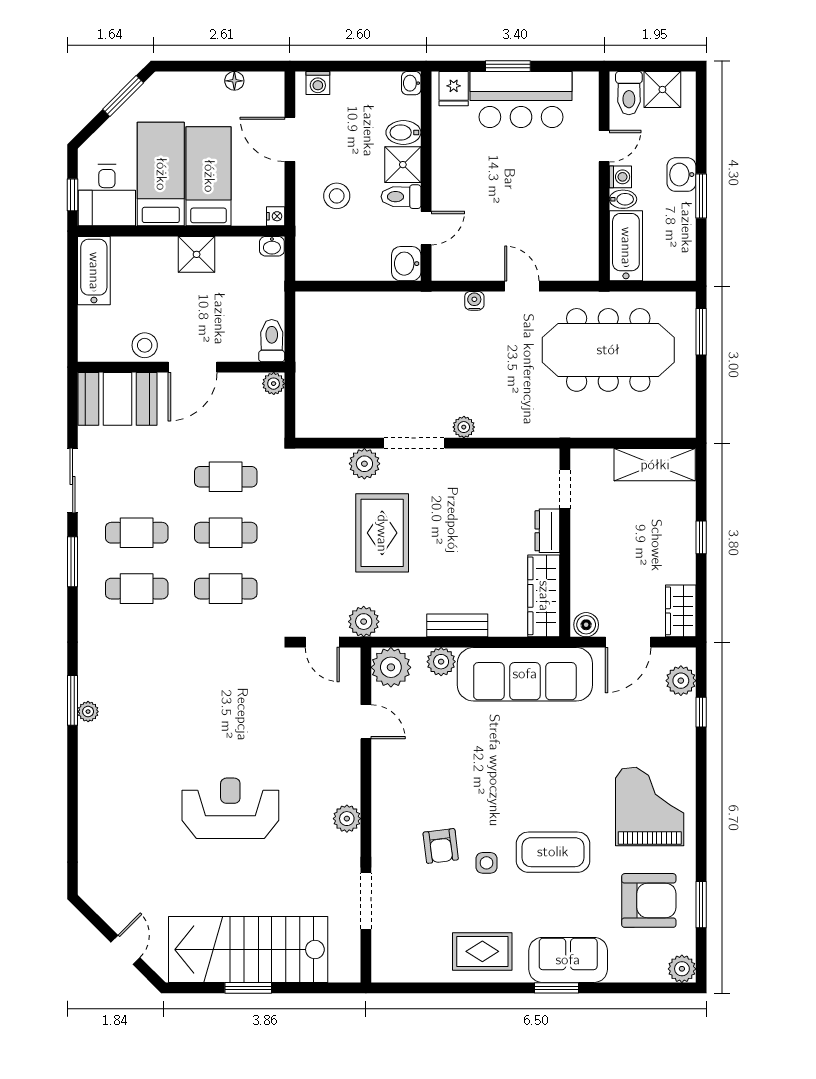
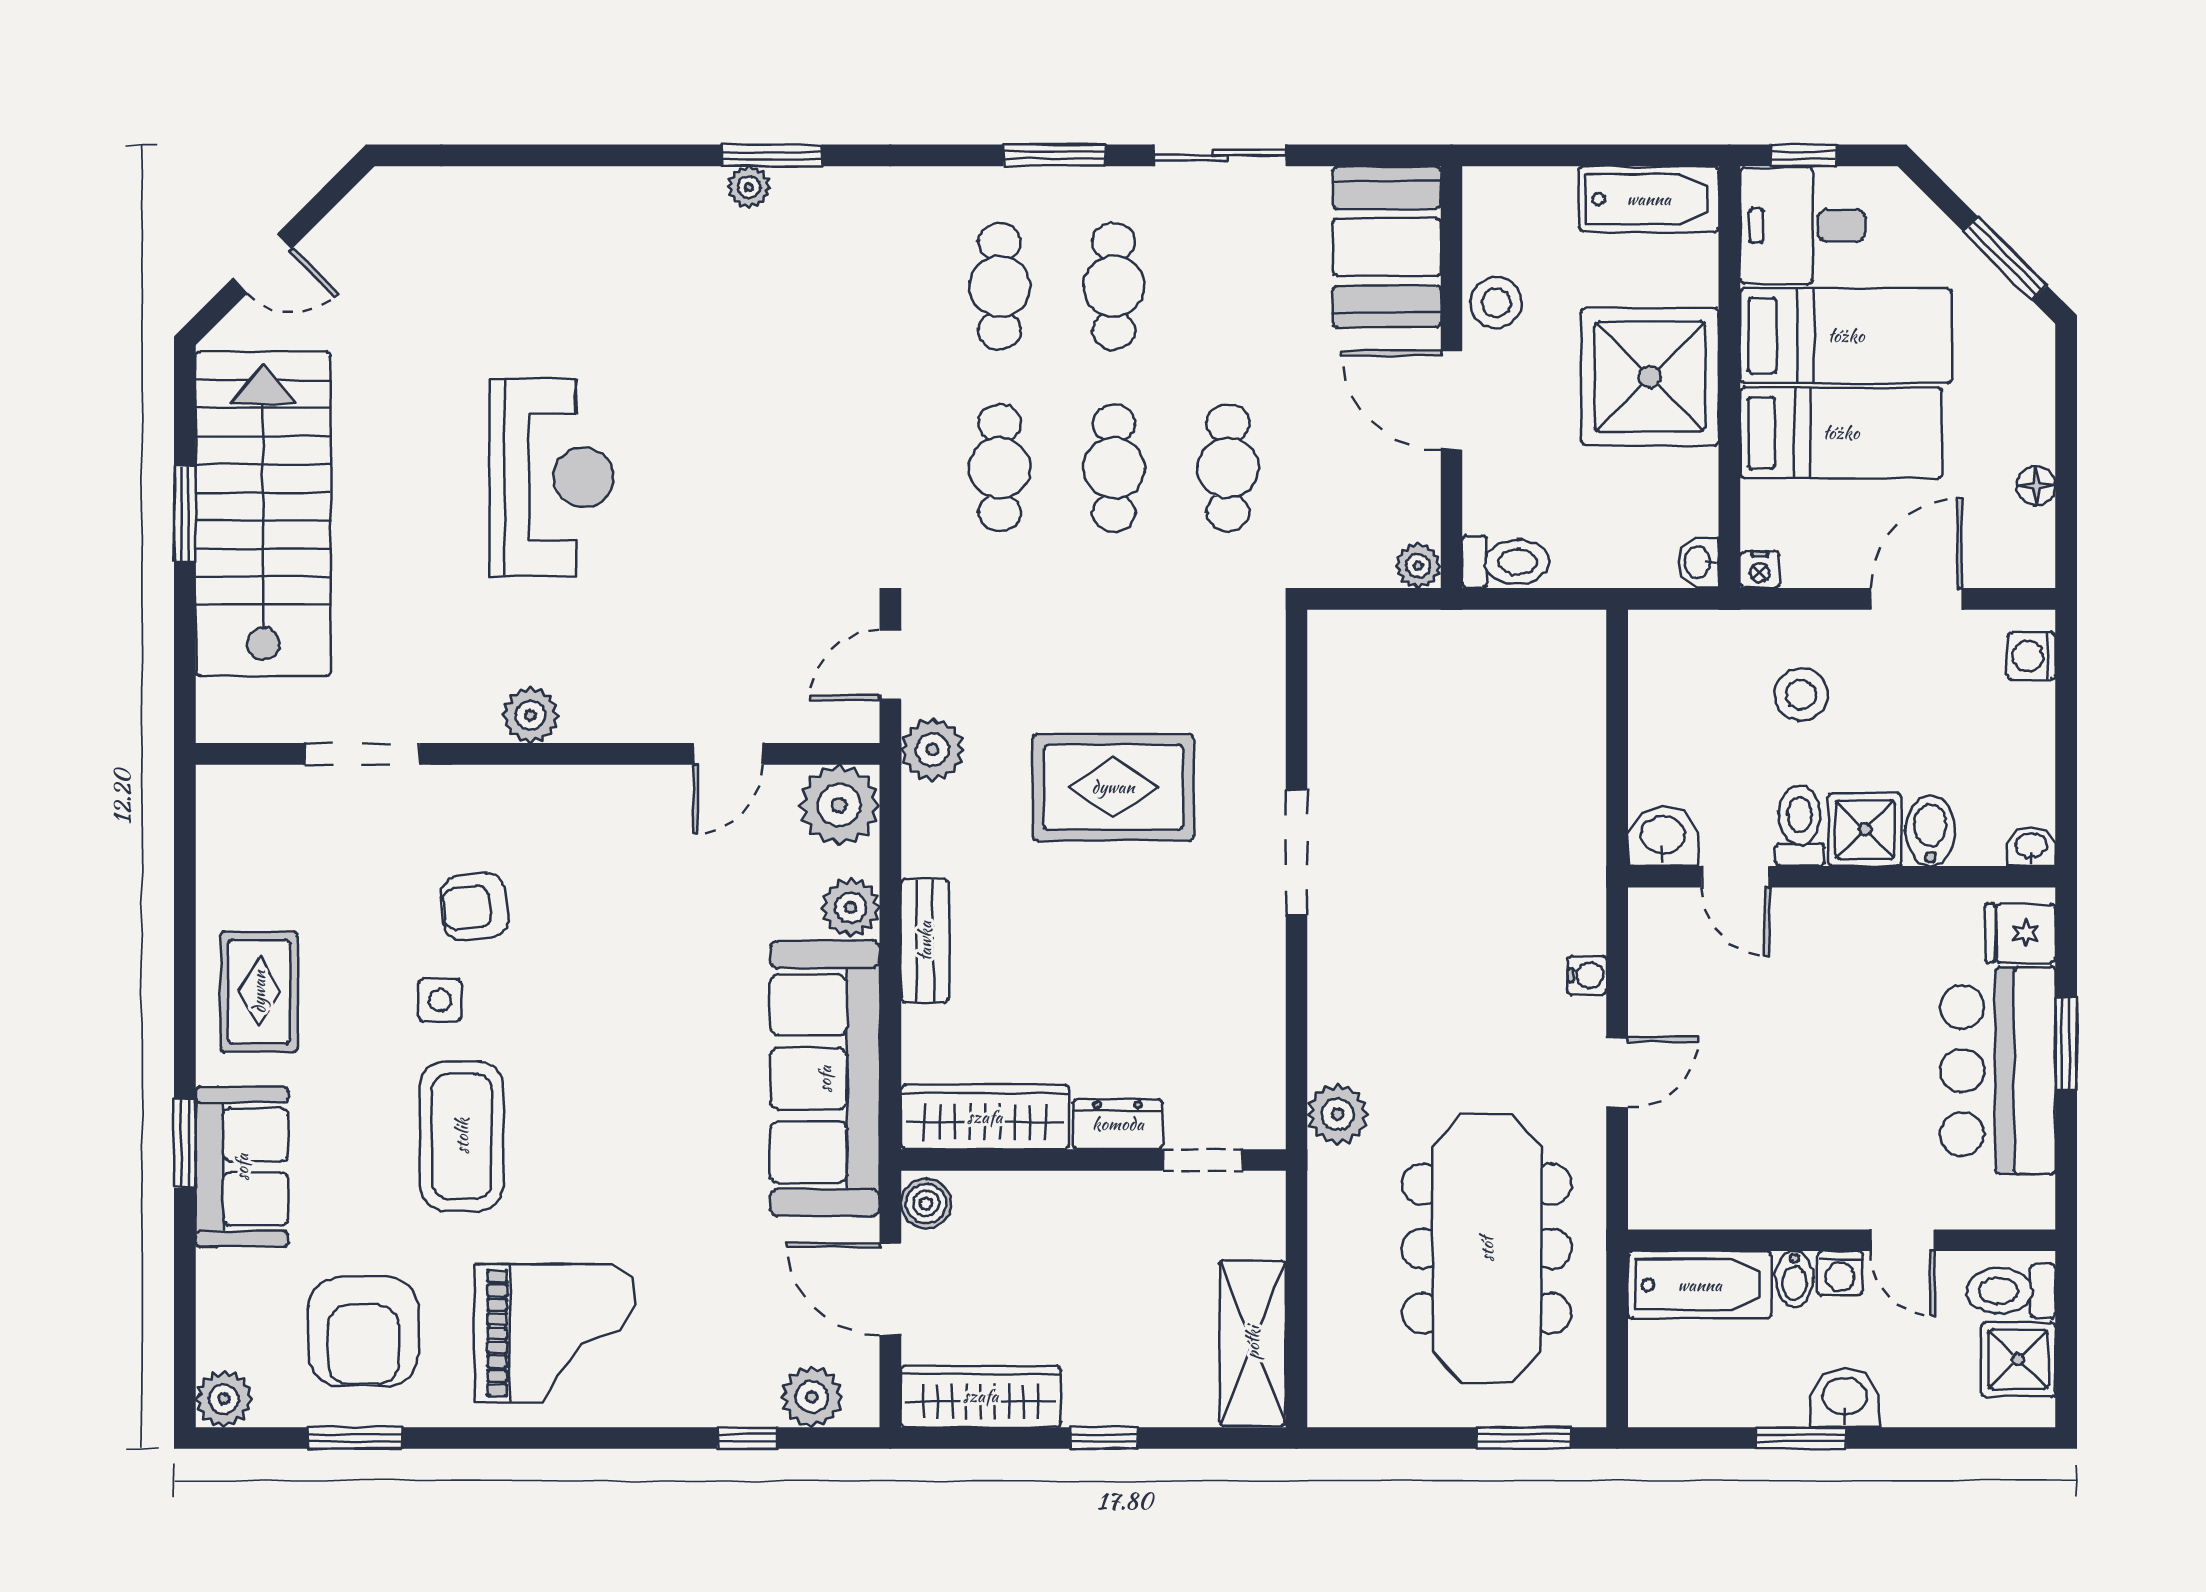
shower: (197, 254) -> (1650, 377), width x1.86, depth x1.86
plant: (464, 427) -> (1338, 1114), moved, width x1.38, depth x1.38
plant: (364, 464) -> (1255, 751), removed
wardrobe: (681, 611) -> (981, 1396), width x1.50

